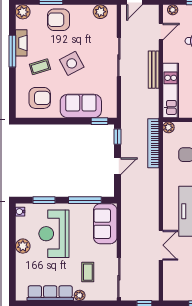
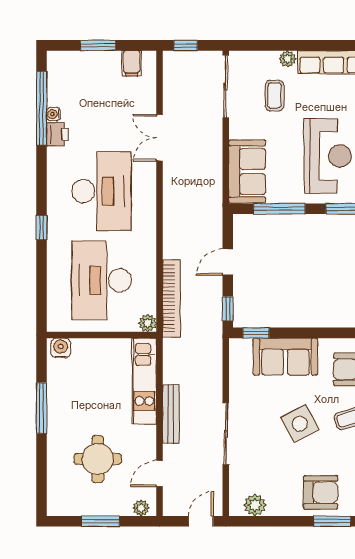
filing cabinet: (179, 293) -> (132, 63), added

